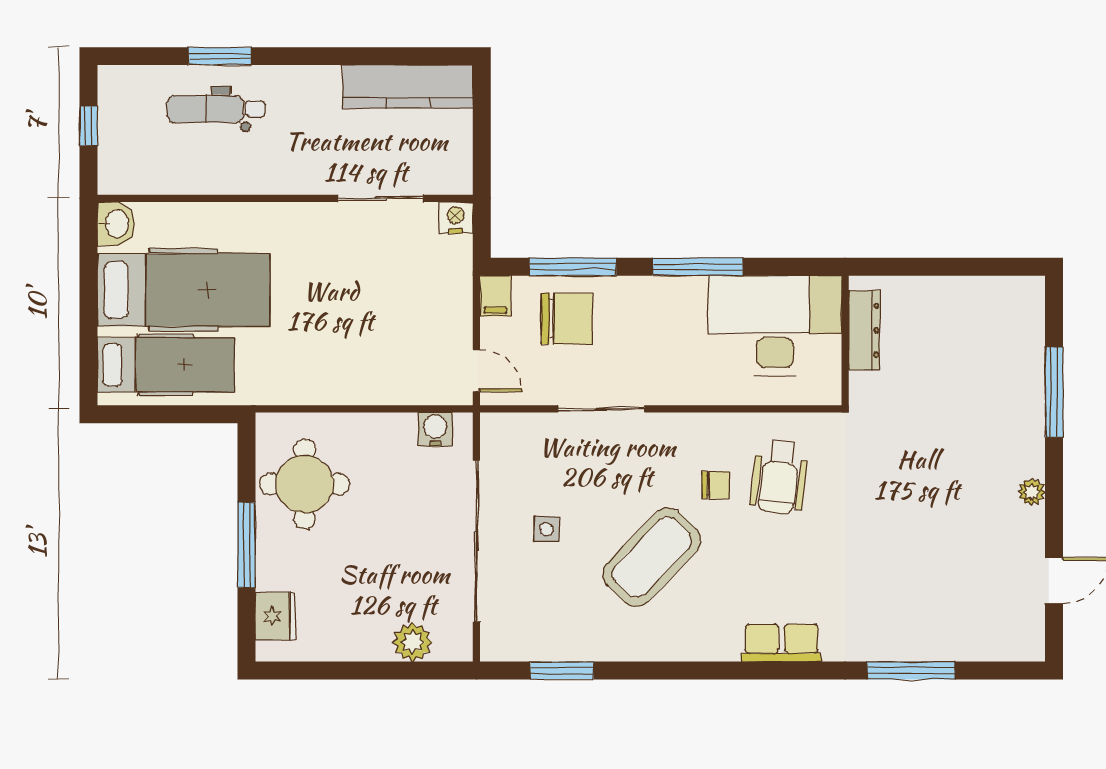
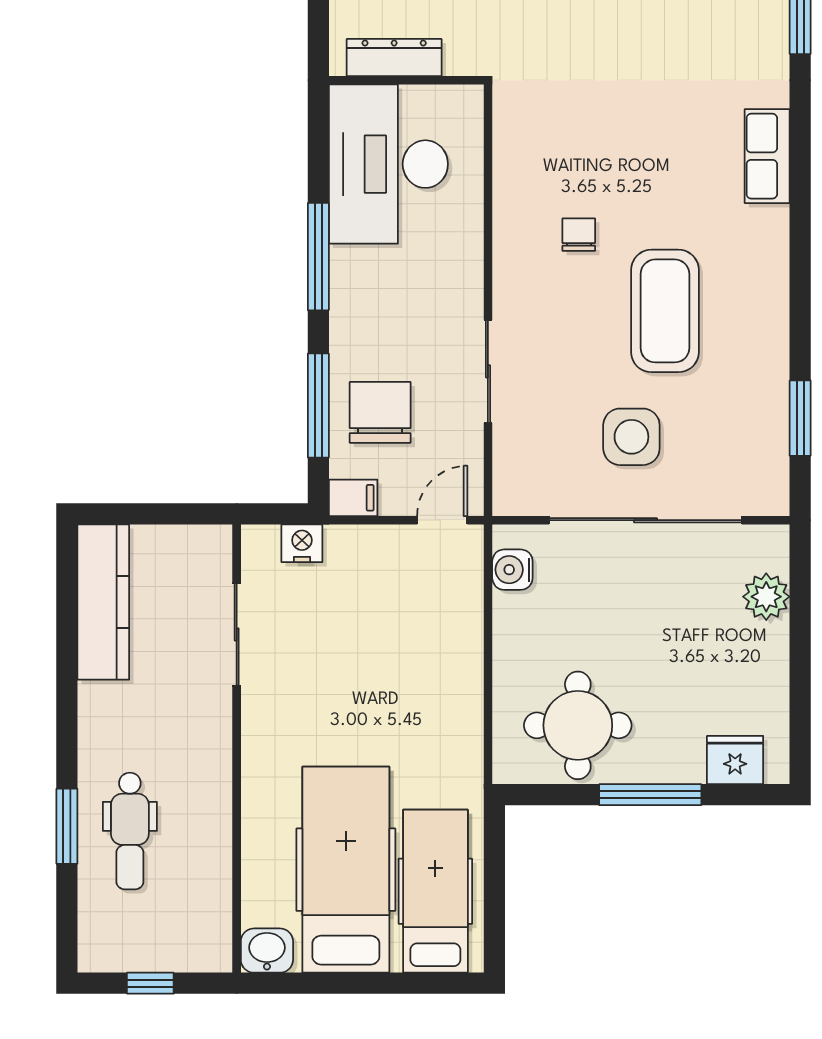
nightstand: (456, 218) -> (302, 543), moved, turned 90
wheelchair: (779, 477) -> (569, 159), removed
side table: (546, 529) -> (631, 437), width x1.87, depth x1.87
coffee table: (652, 557) -> (665, 311), turned 46

